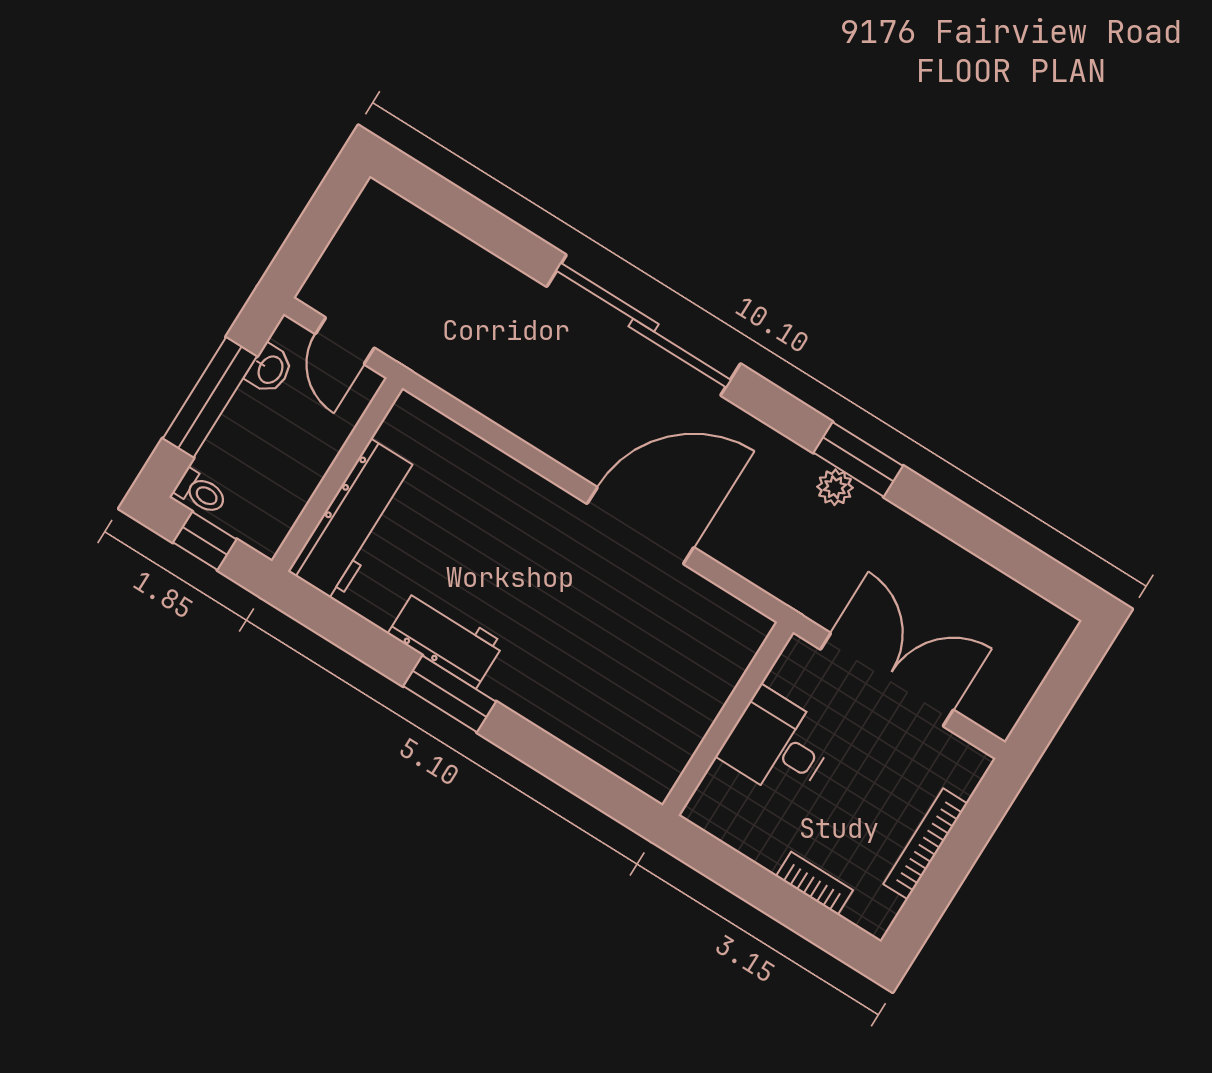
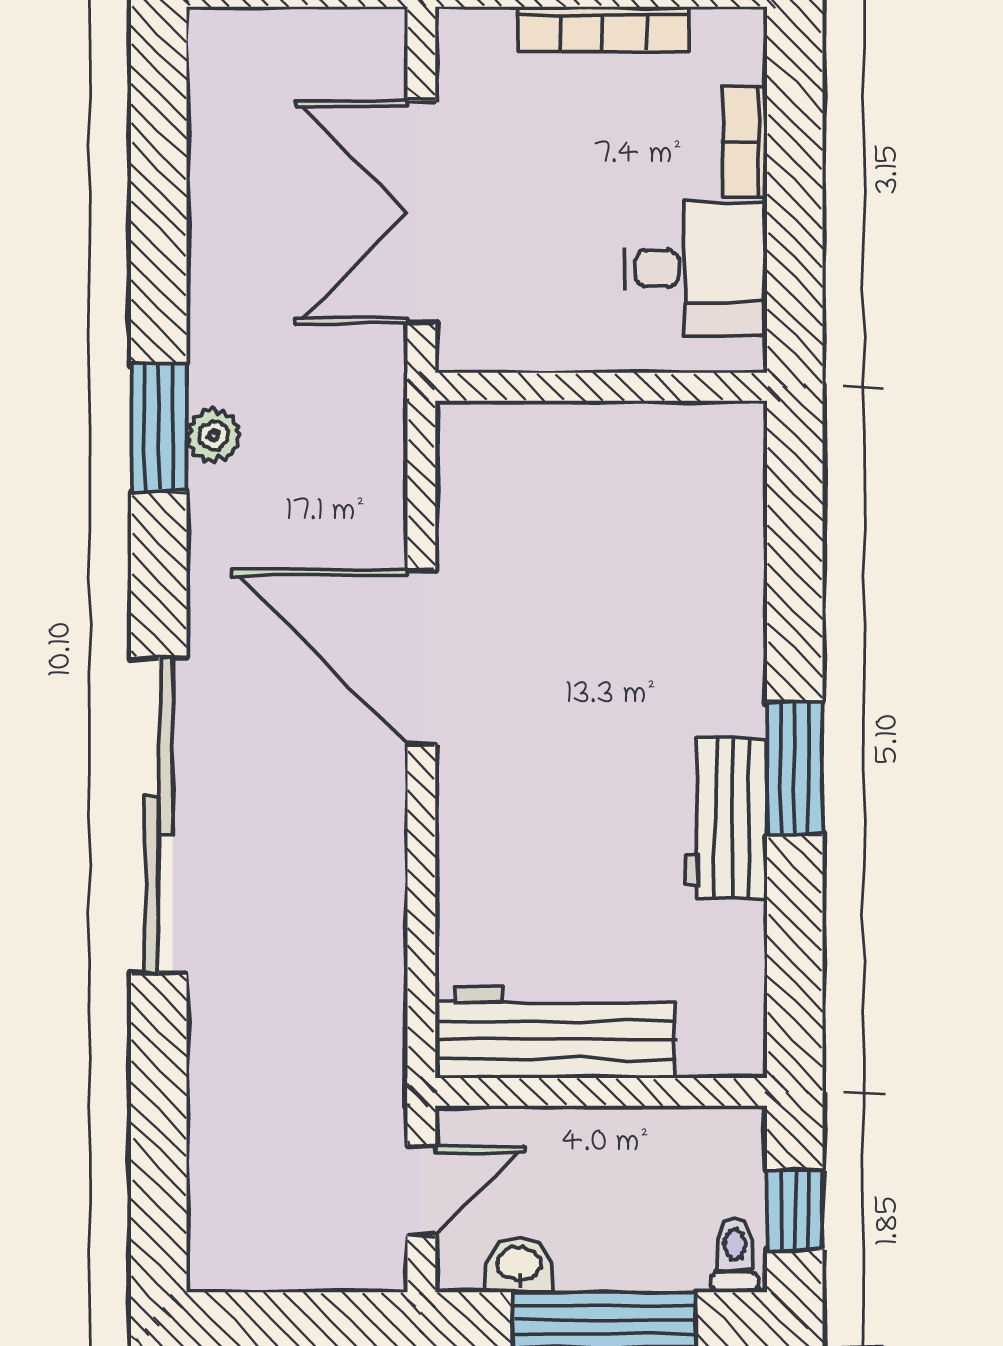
workbench: (354, 520) -> (555, 1033), moved
desk: (777, 745) -> (696, 268), moved, turned -90

